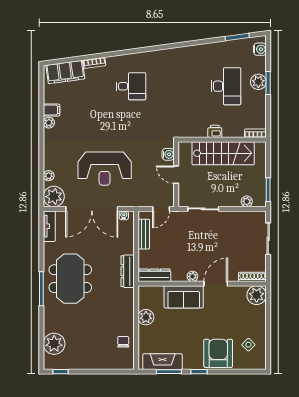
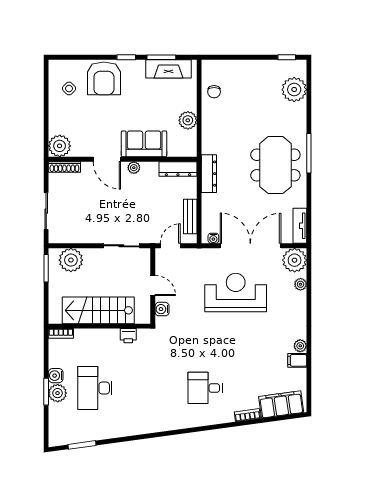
water cooler: (260, 49) -> (56, 376), moved
printer: (215, 131) -> (128, 336), moved
plant: (247, 201) -> (71, 260), width x1.87, depth x1.87
door: (216, 284) -> (107, 159), hinge flipped

